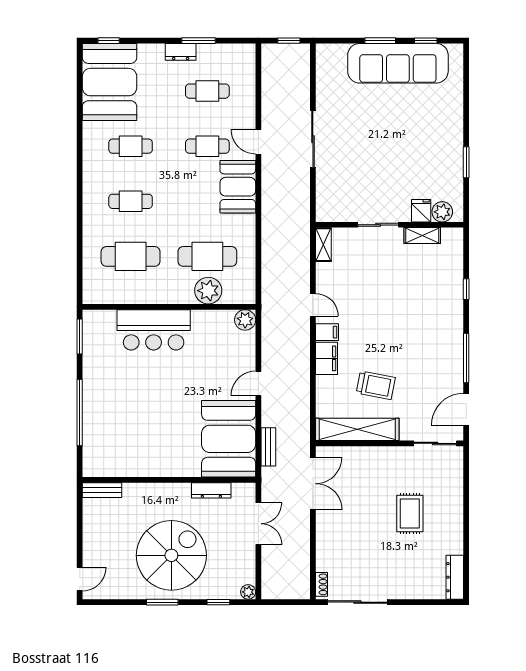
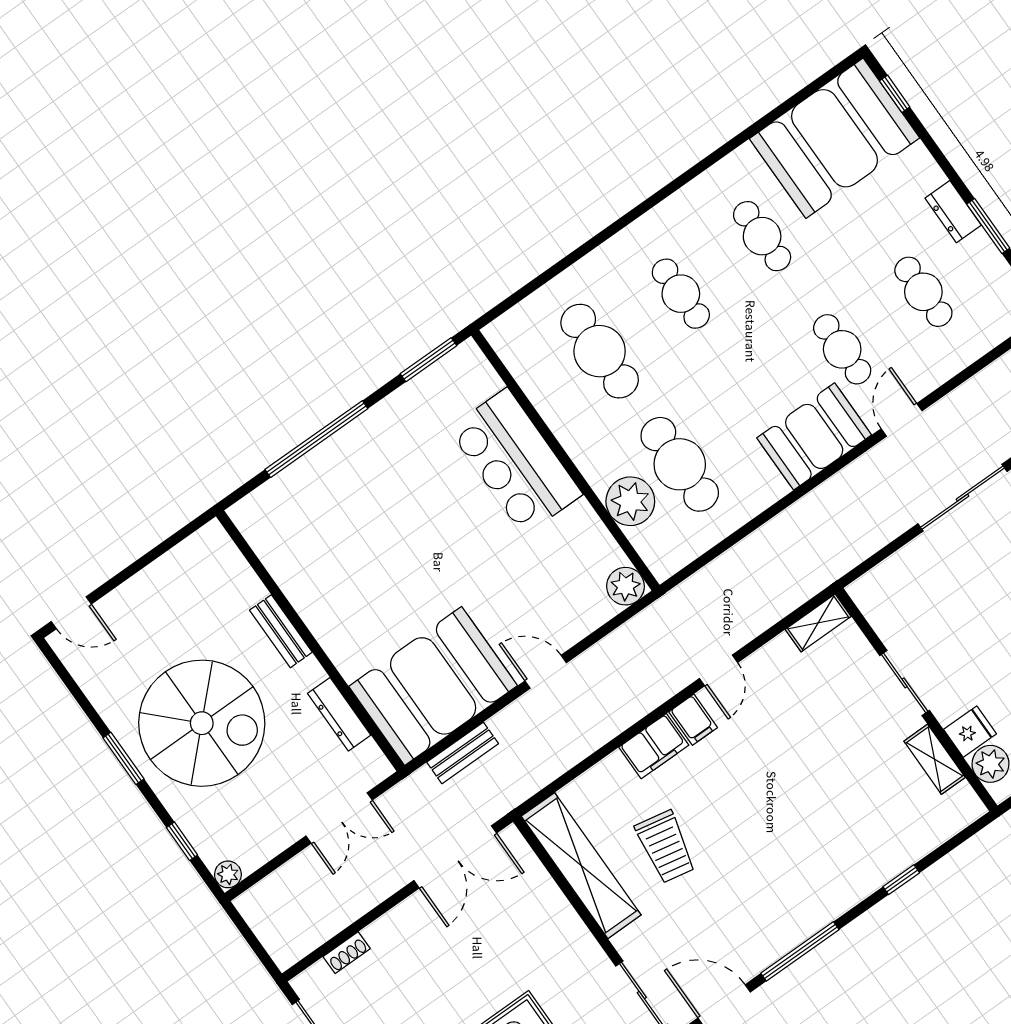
bench: (102, 490) -> (281, 631), moved
shoe rack: (321, 584) -> (347, 953), moved

